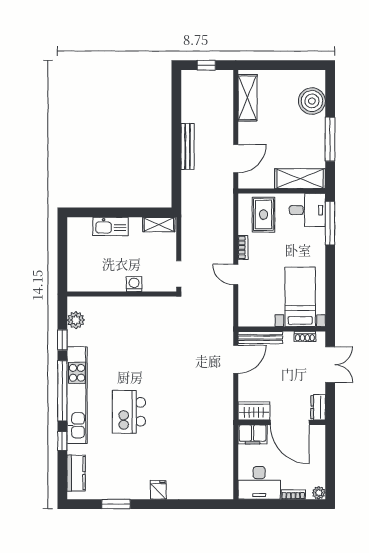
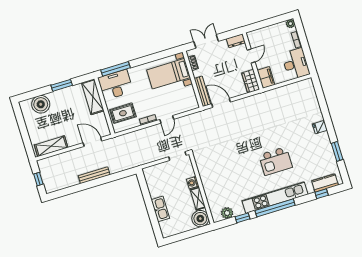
window: (330, 139) -> (62, 85), width x0.69
desk: (307, 210) -> (115, 85), width x1.37
shelving: (159, 224) -> (198, 199), moved
boiler: (79, 279) -> (200, 219), added
door: (290, 422) -> (251, 56), width x0.53
window: (62, 441) -> (322, 194), moved

